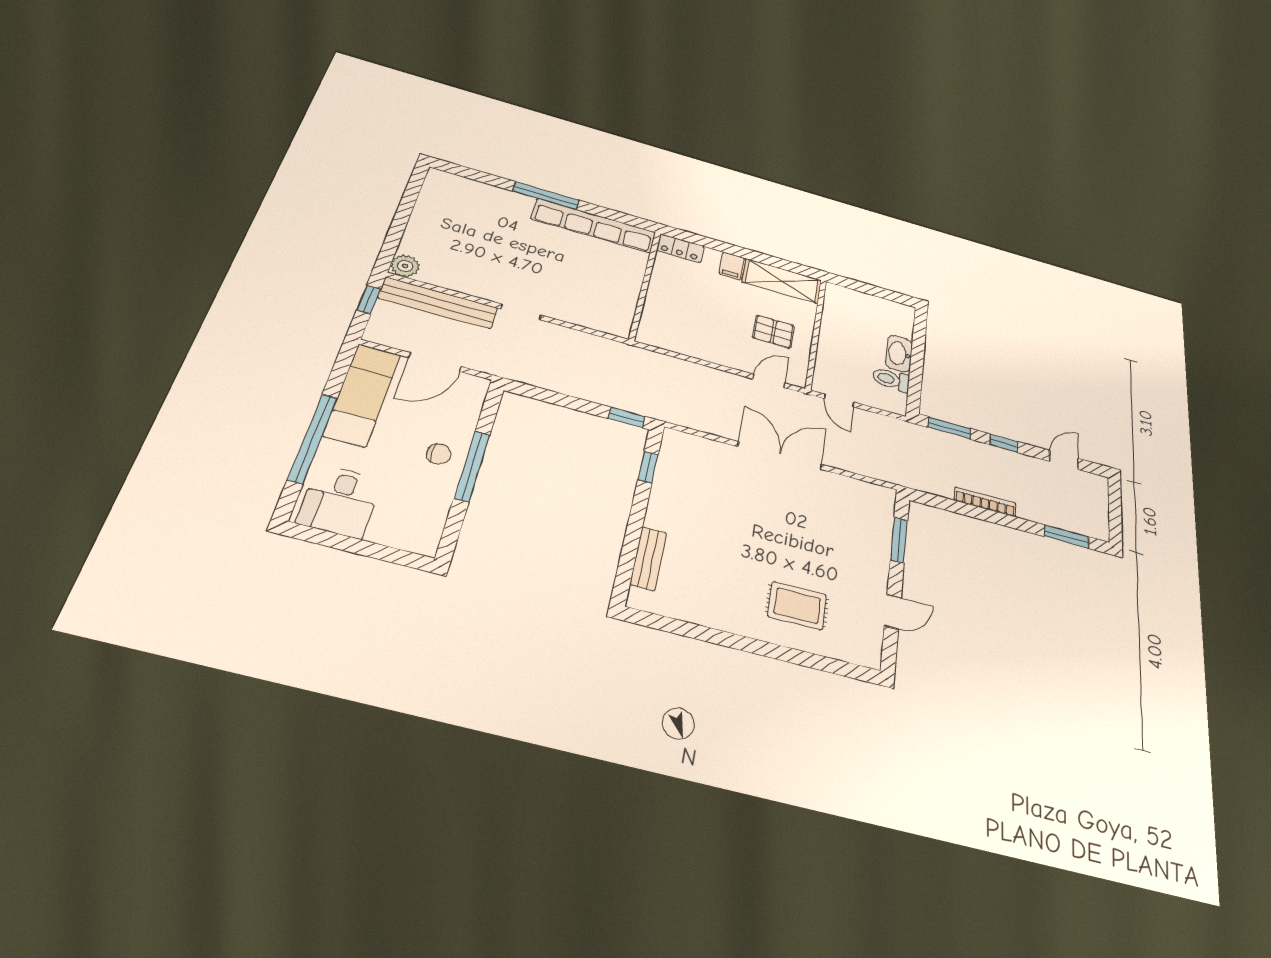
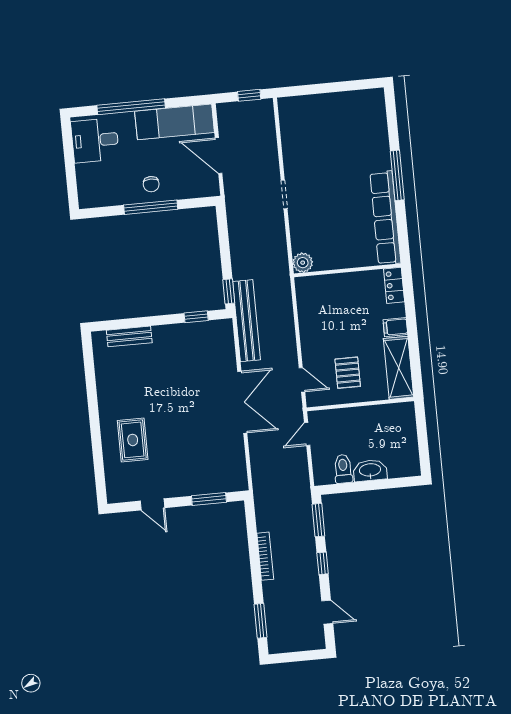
plant: (405, 266) -> (303, 263), moved
bench: (438, 303) -> (247, 321), moved

